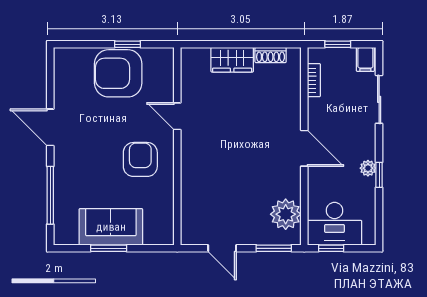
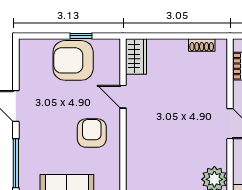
wardrobe: (232, 60) -> (136, 56), moved, turned -90

